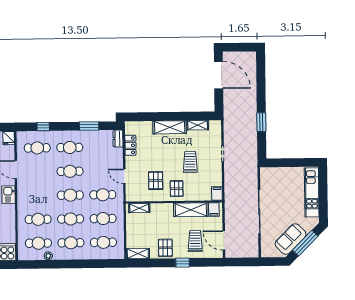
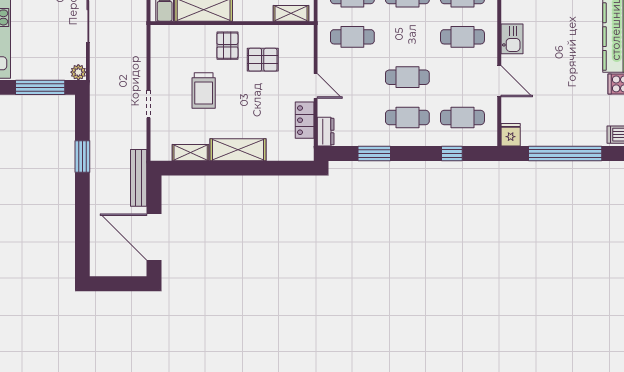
bench: (228, 110) -> (139, 178), added
window: (287, 163) -> (40, 87), added
plant: (264, 172) -> (78, 72), added
door: (124, 176) -> (316, 86), moved
pallet: (156, 181) -> (263, 60), turned 90
filing cabinet: (217, 193) -> (159, 37), removed
cafe table: (70, 195) -> (462, 37), moved

